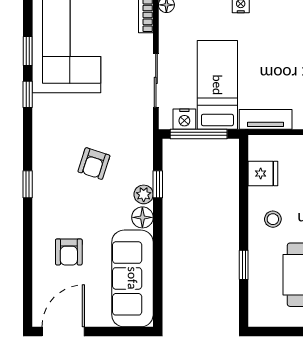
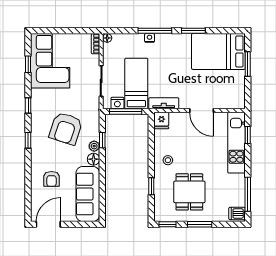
window: (28, 94) -> (28, 106), moved
armchair: (94, 164) -> (66, 128), width x1.88, depth x1.88
fridge: (263, 174) -> (161, 121), moved, turned 90
window: (272, 332) -> (167, 224), added

